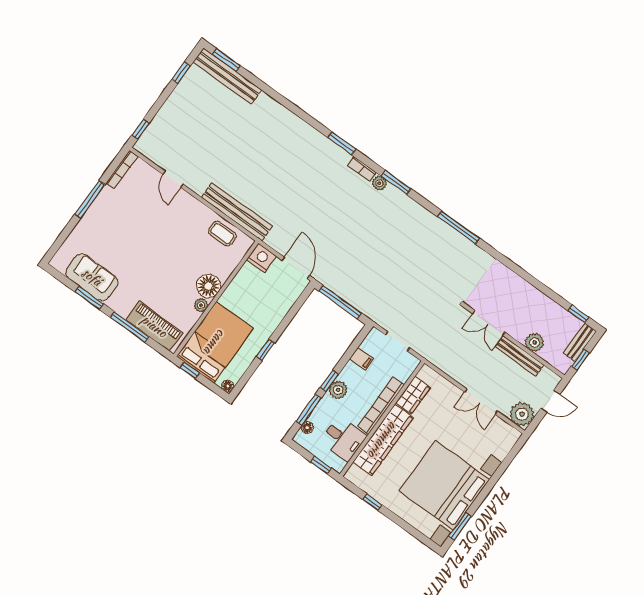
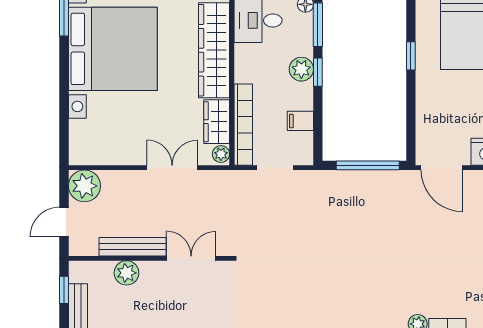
plant: (425, 373) -> (221, 154), added
double door: (481, 402) -> (172, 168), moved
bookcase: (381, 406) -> (243, 125), moved

